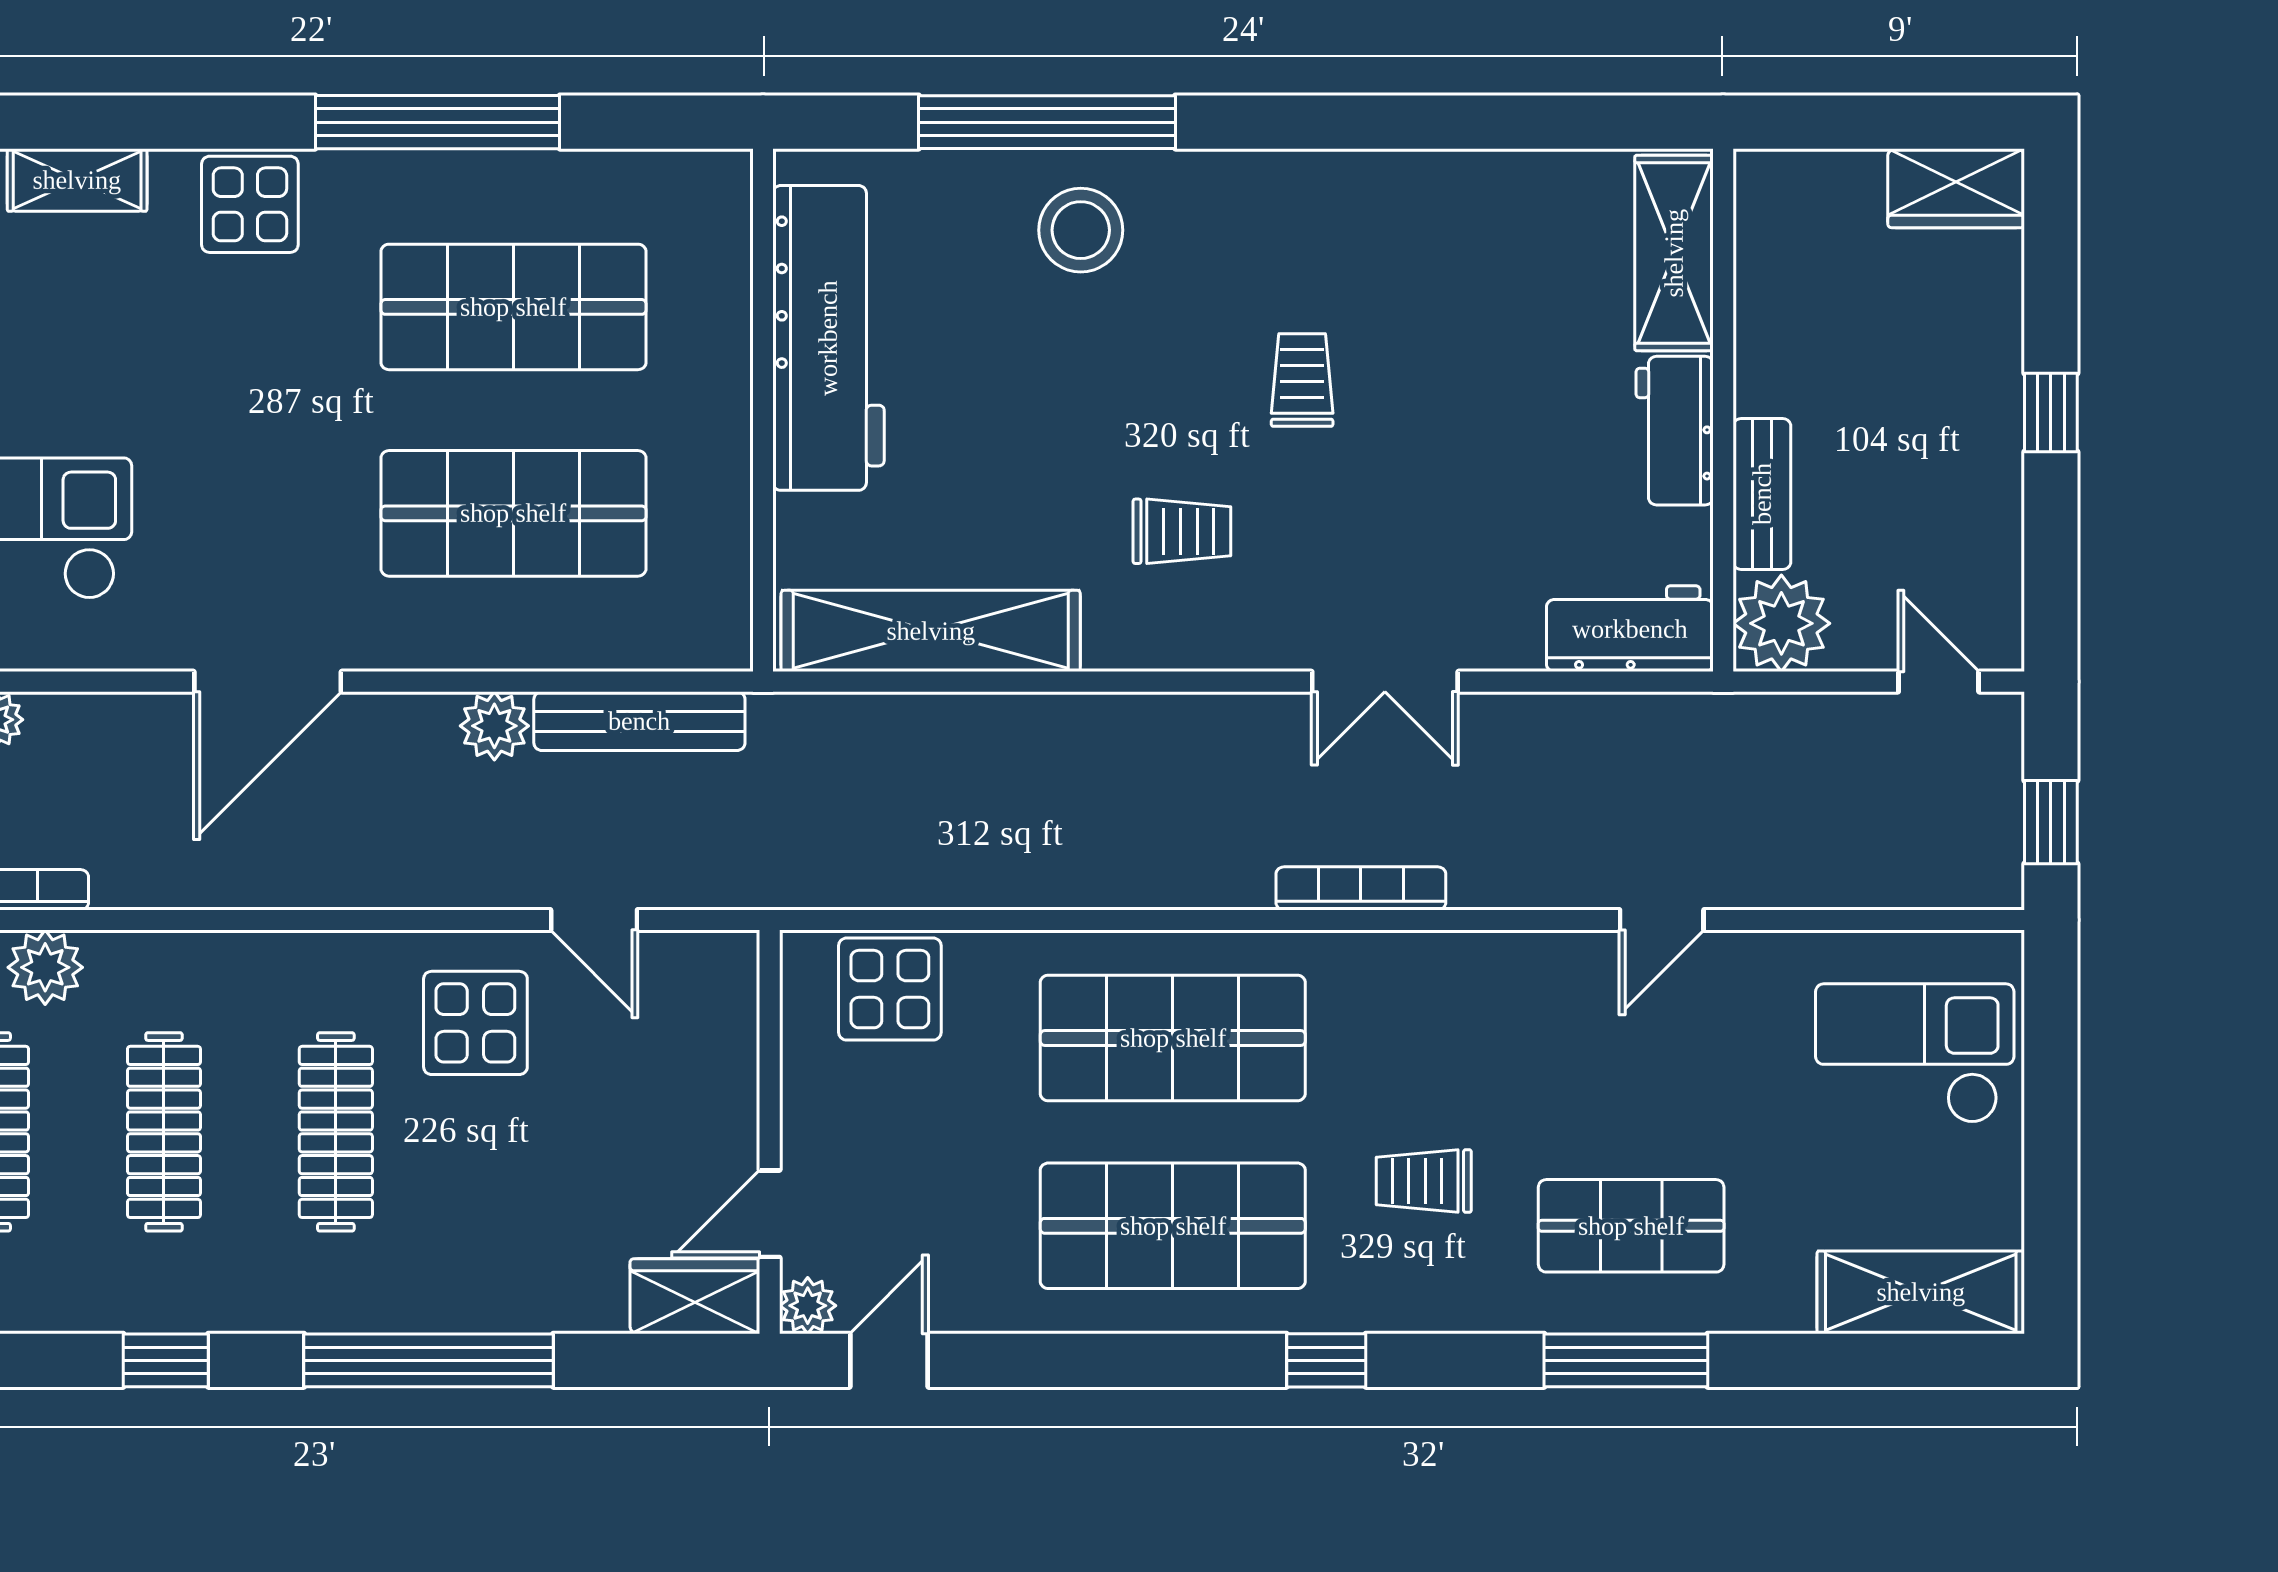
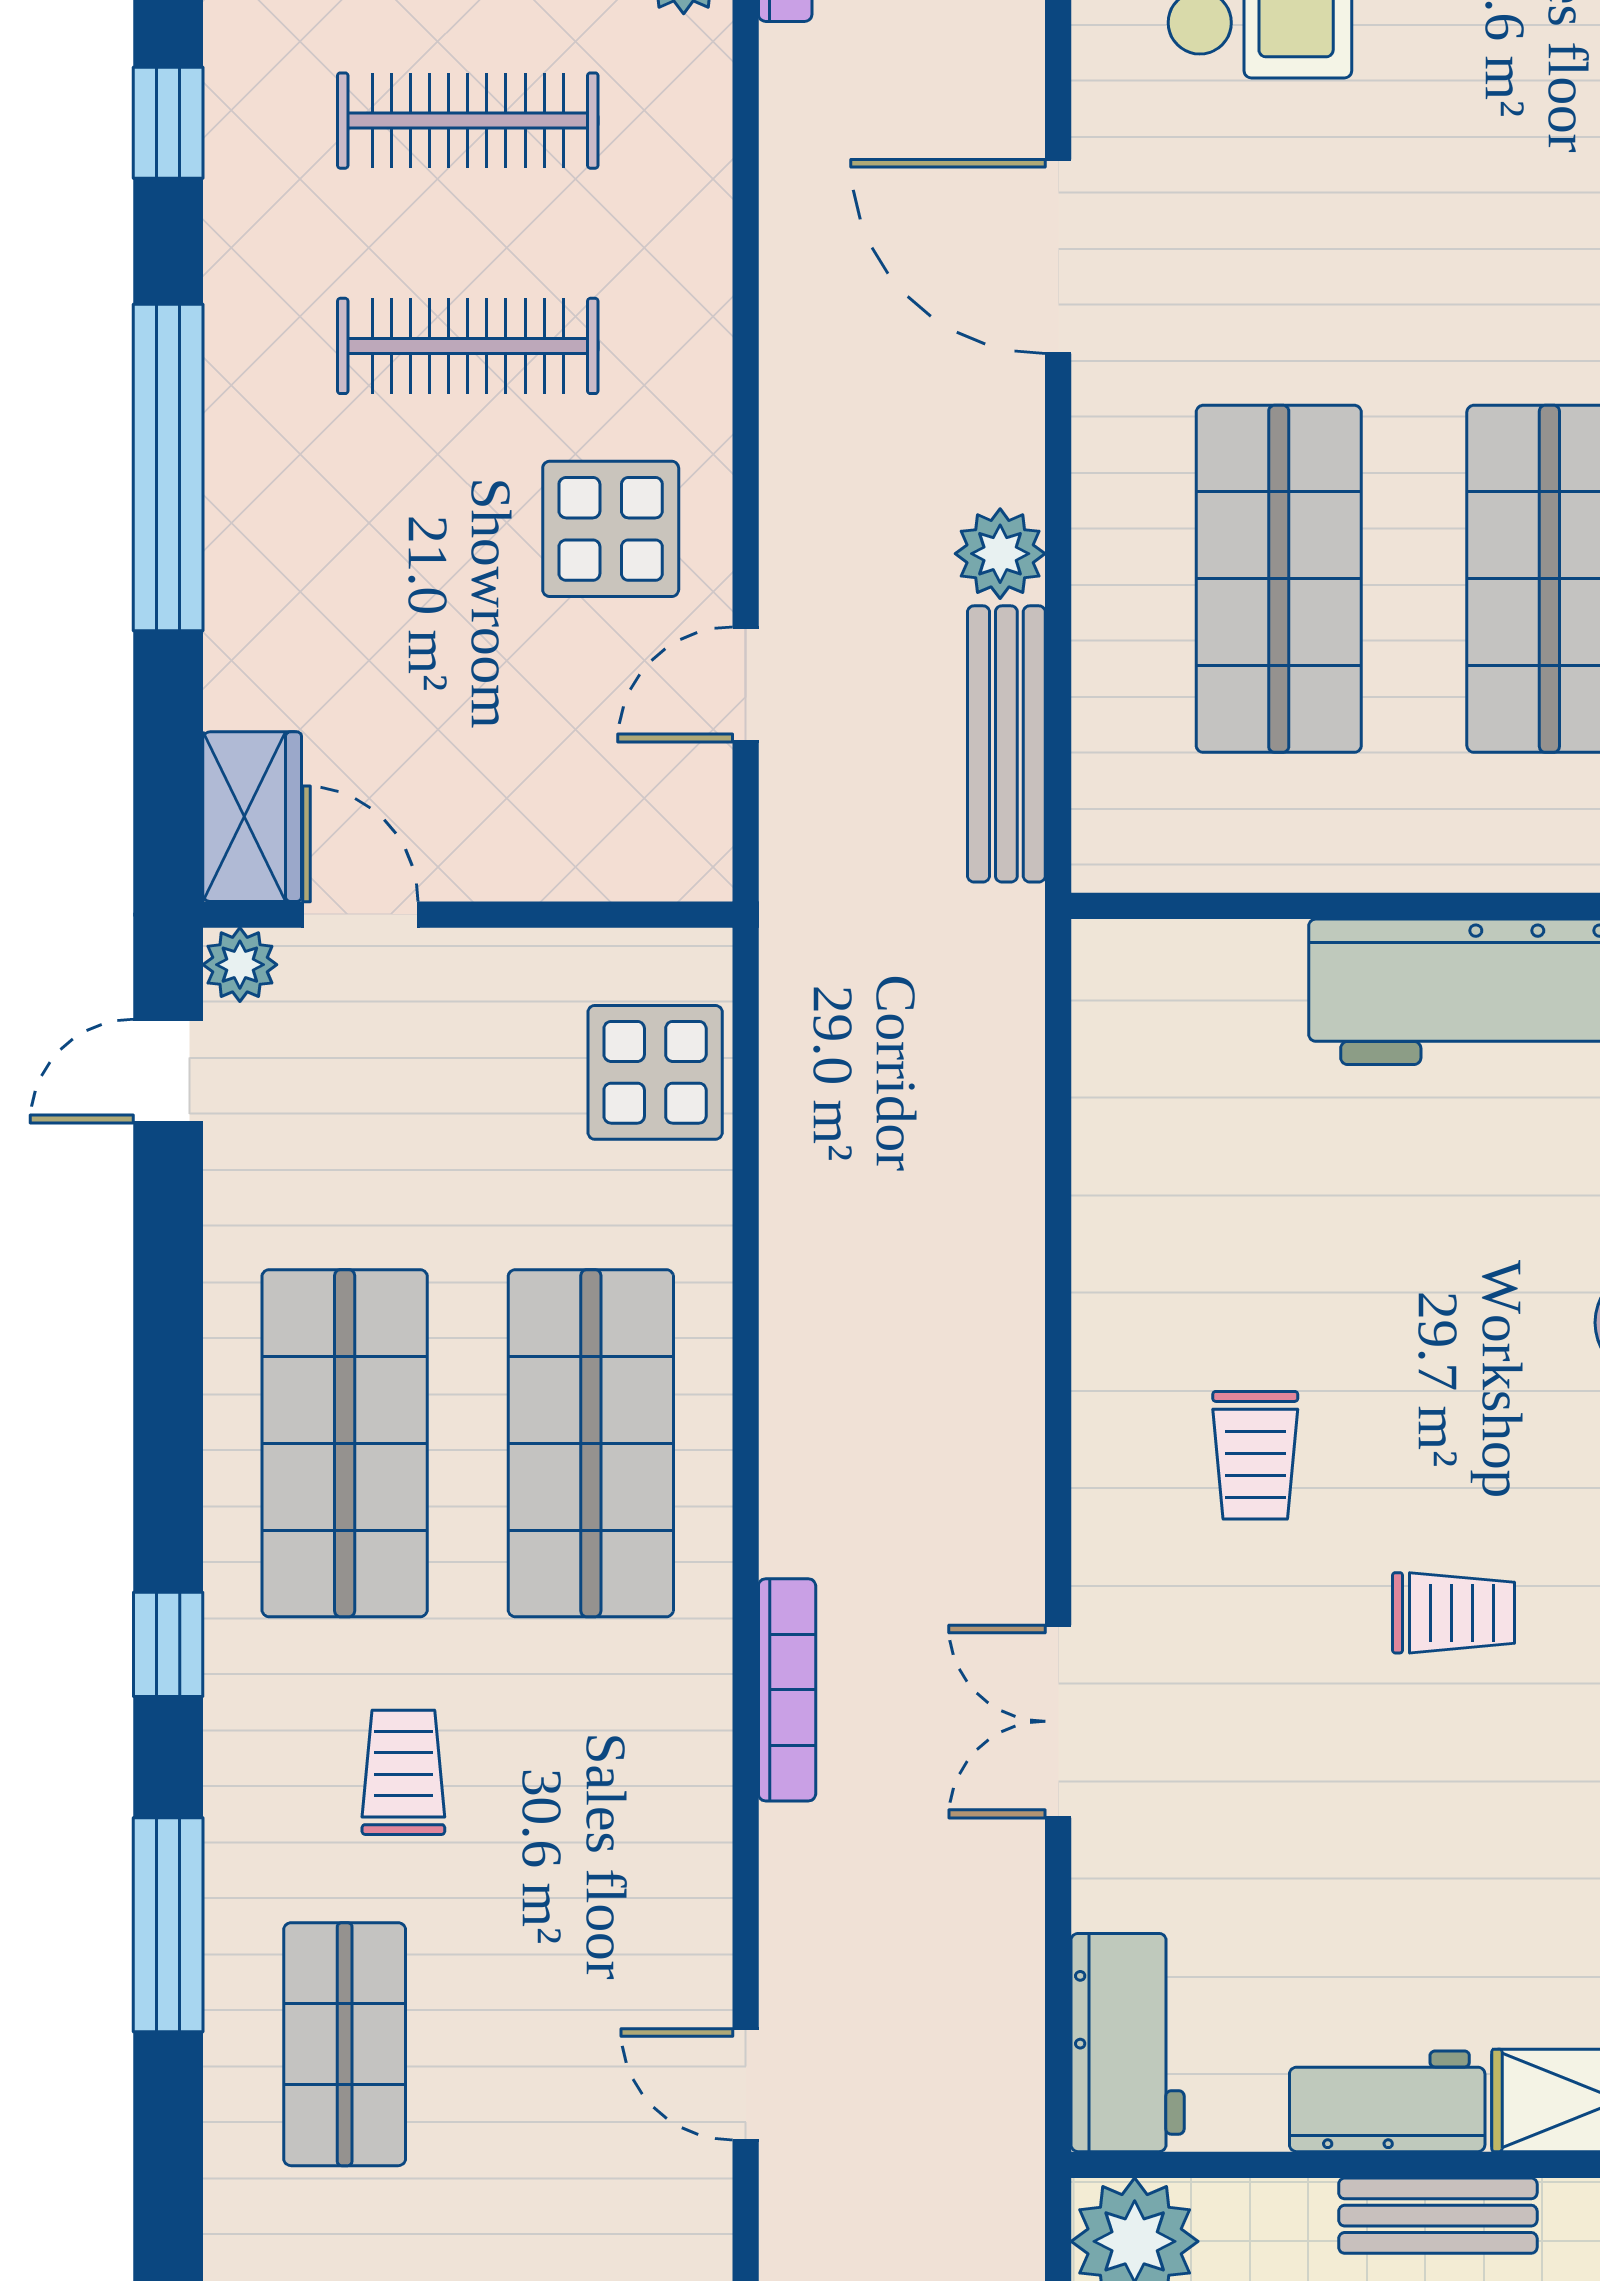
bench: (1762, 494) -> (1438, 2216), moved
shelving: (931, 631) -> (1125, 1126), removed
door: (889, 1360) -> (168, 1071), swing flipped
window: (1626, 1360) -> (168, 1925), moved

